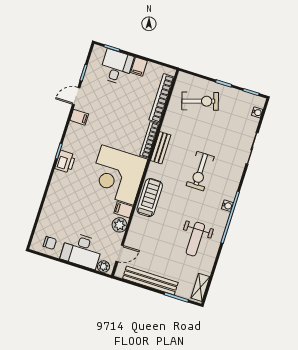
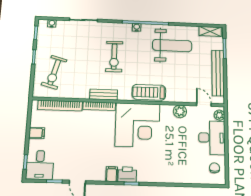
desk: (116, 67) -> (40, 165), moved, turned -90
exercise bike: (200, 101) -> (54, 72), turned -148
filing cabinet: (79, 117) -> (112, 174), moved
printer: (65, 162) -> (127, 174), moved
exercise bike: (200, 171) -> (114, 57), turned 90
filing cabinet: (123, 210) -> (166, 112), removed
weight bench: (195, 239) -> (172, 46), width x1.36, depth x1.33

